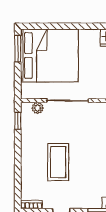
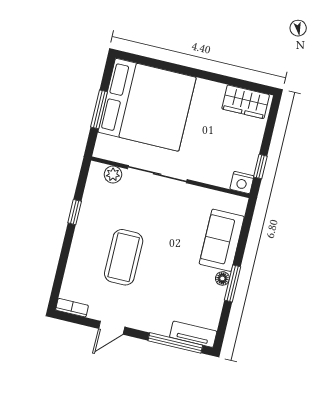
window: (18, 49) -> (99, 109), moved
window: (18, 121) -> (75, 212), moved

